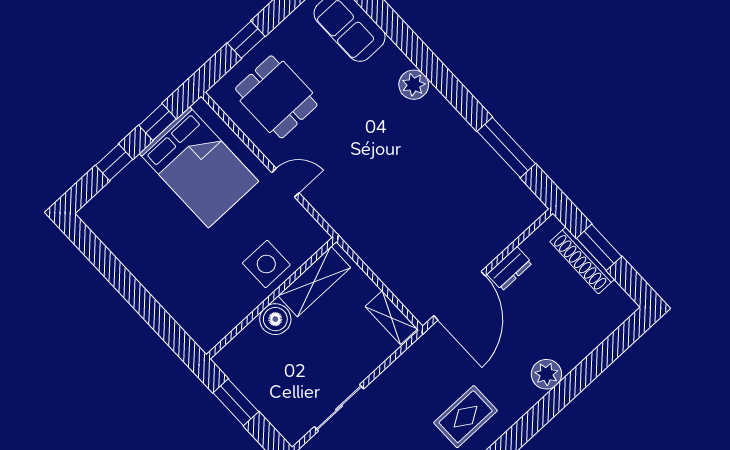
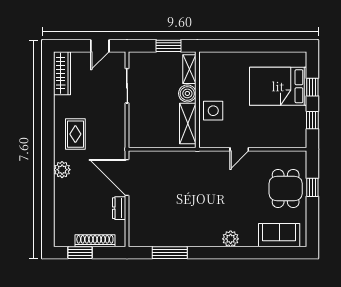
dining table: (276, 97) -> (286, 188), moved, turned 90
bed: (199, 167) -> (278, 86), moved
window: (599, 247) -> (80, 253), moved
shelving: (391, 318) -> (189, 69), moved, turned 90
plant: (546, 374) -> (62, 170), moved

